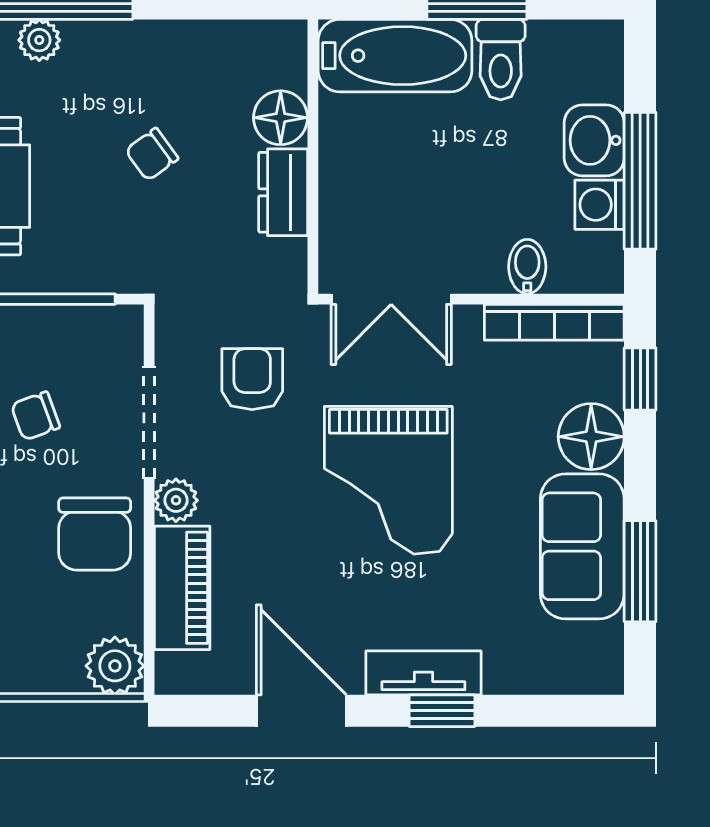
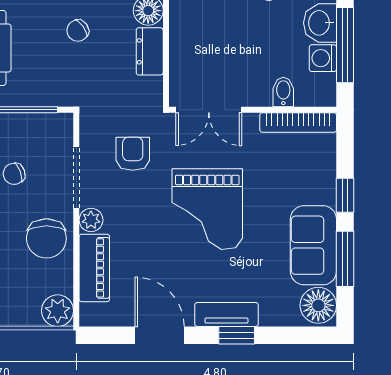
window: (640, 379) -> (345, 195), moved
floor lamp: (591, 437) -> (318, 305), moved

